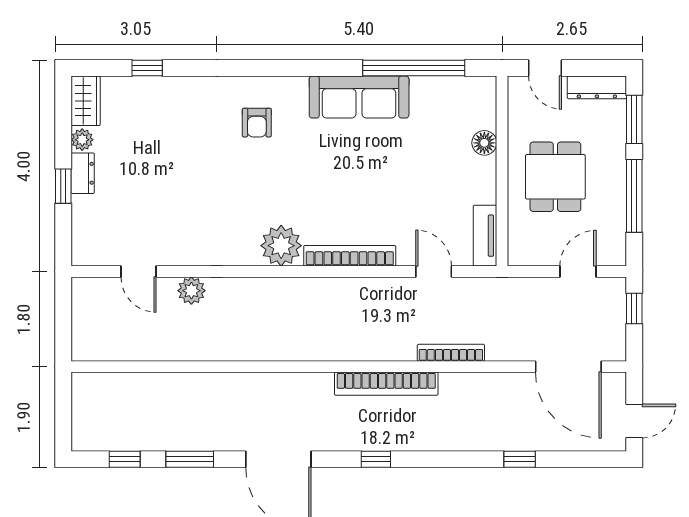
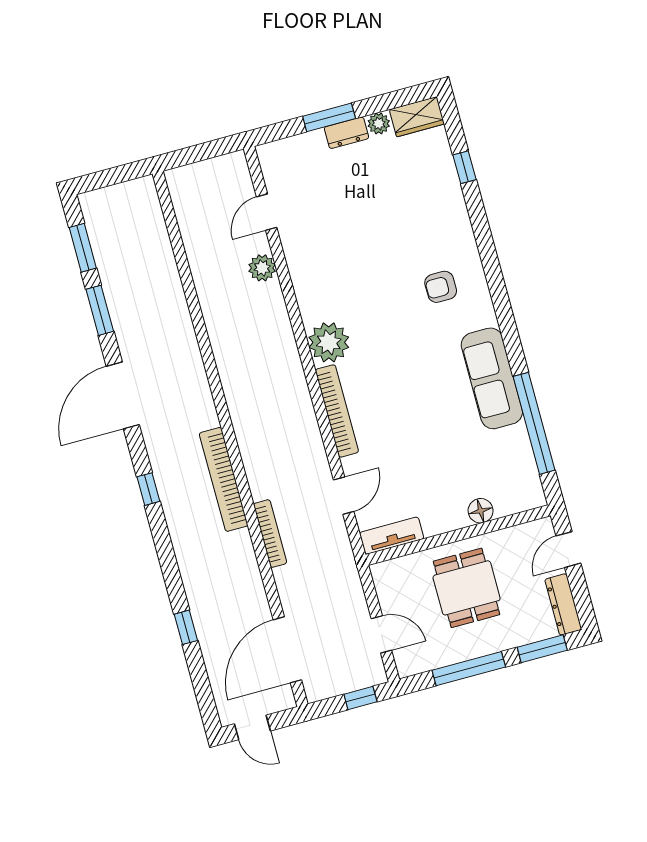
dining table: (555, 177) -> (467, 588), turned 90
window: (63, 186) -> (329, 117), width x1.50
window: (125, 459) -> (83, 248), width x1.50

